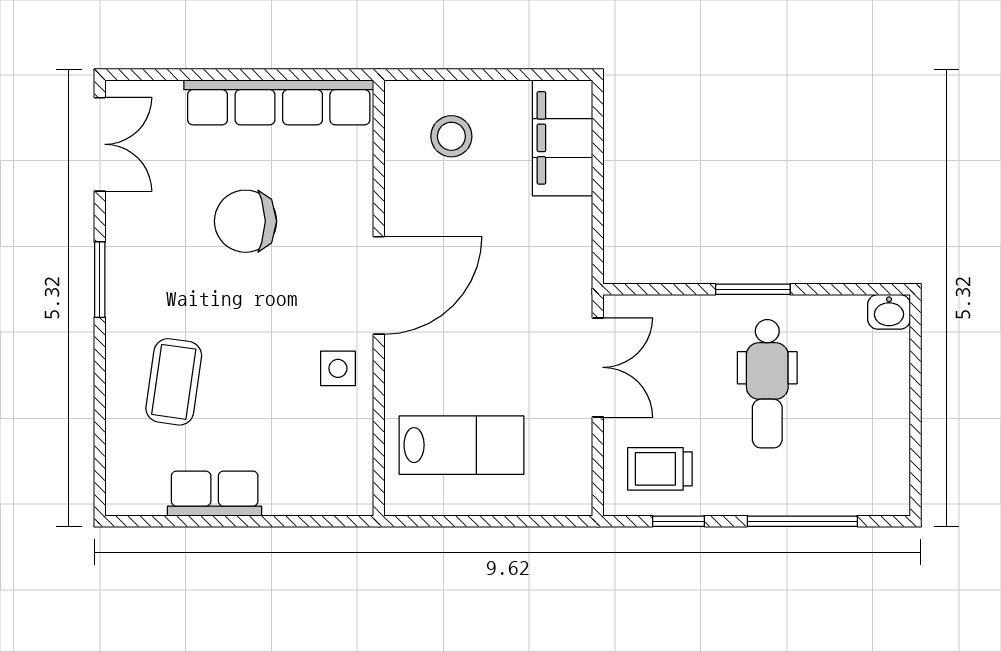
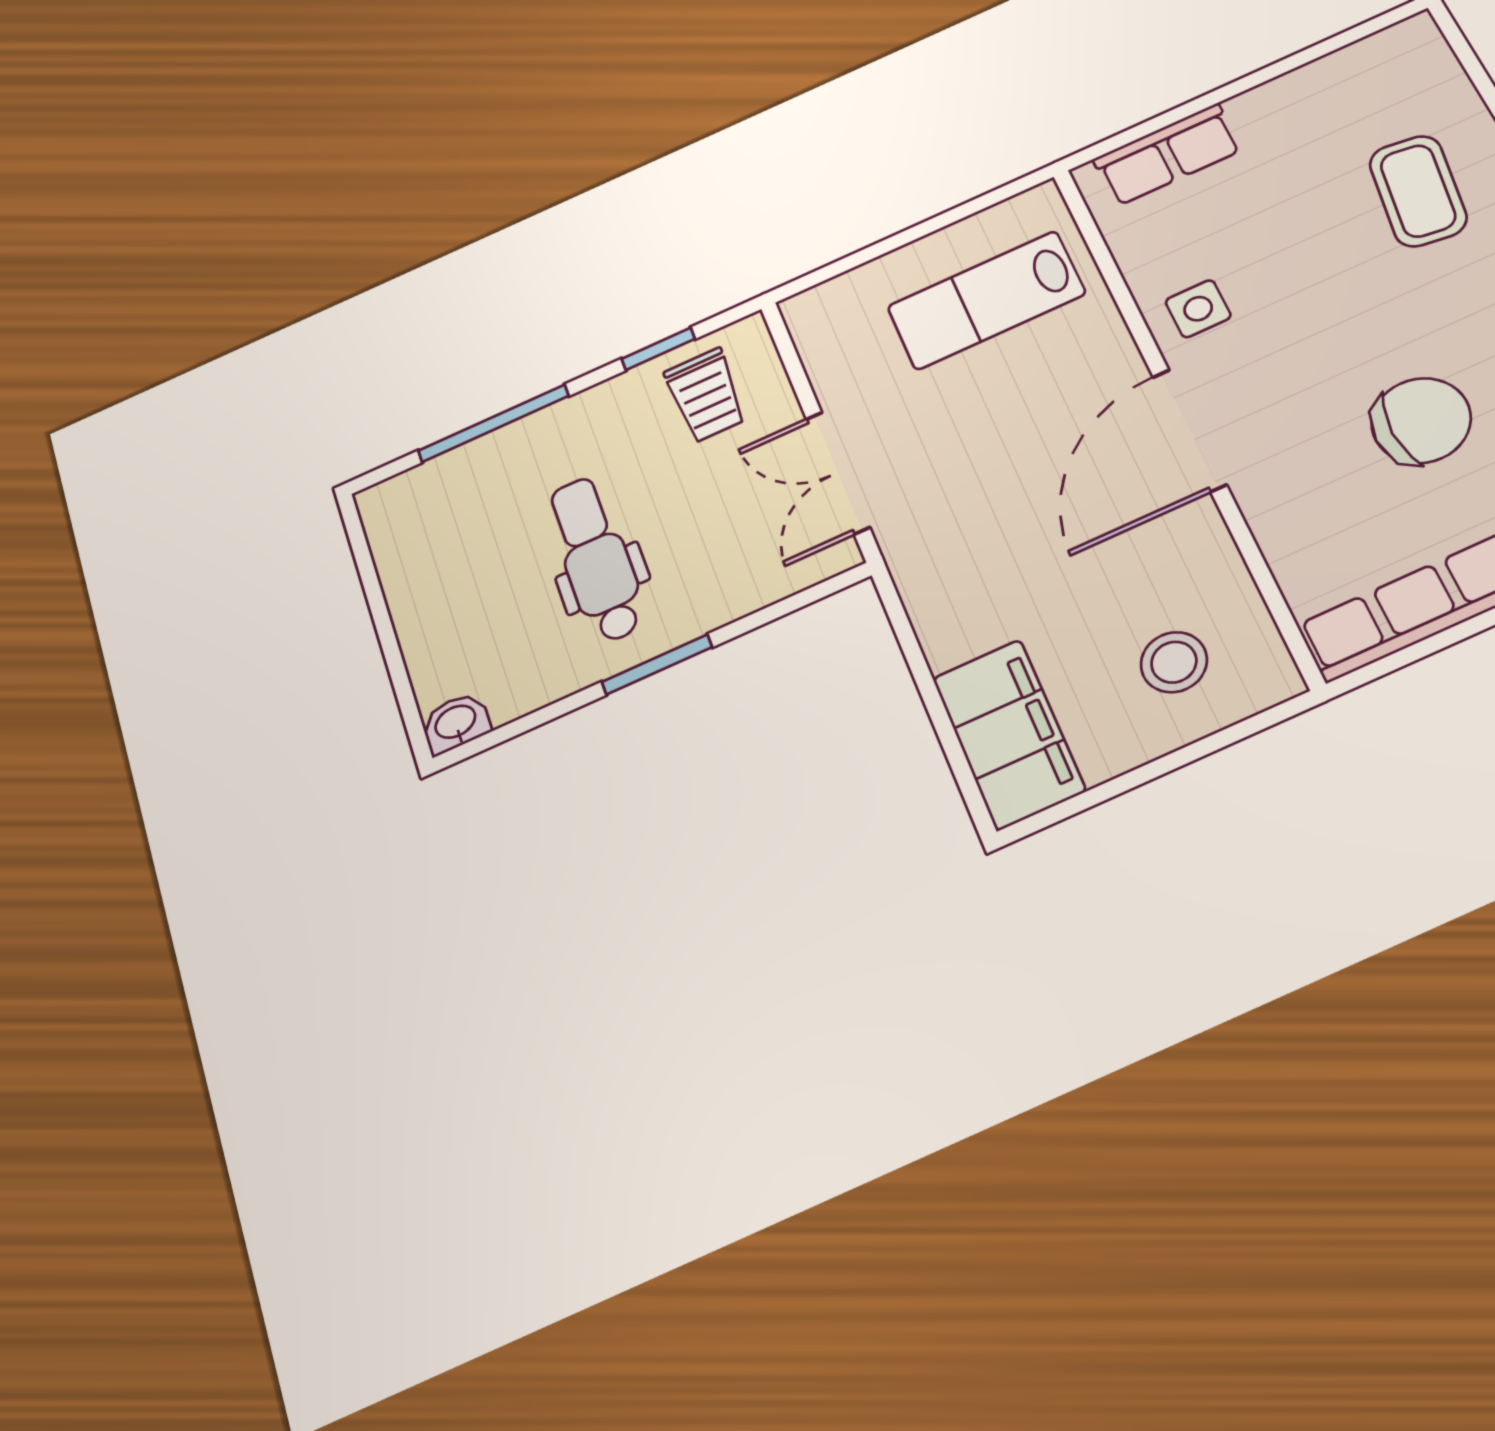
trolley: (660, 469) -> (706, 395), turned 90
row of seats: (215, 494) -> (1167, 155), moved

